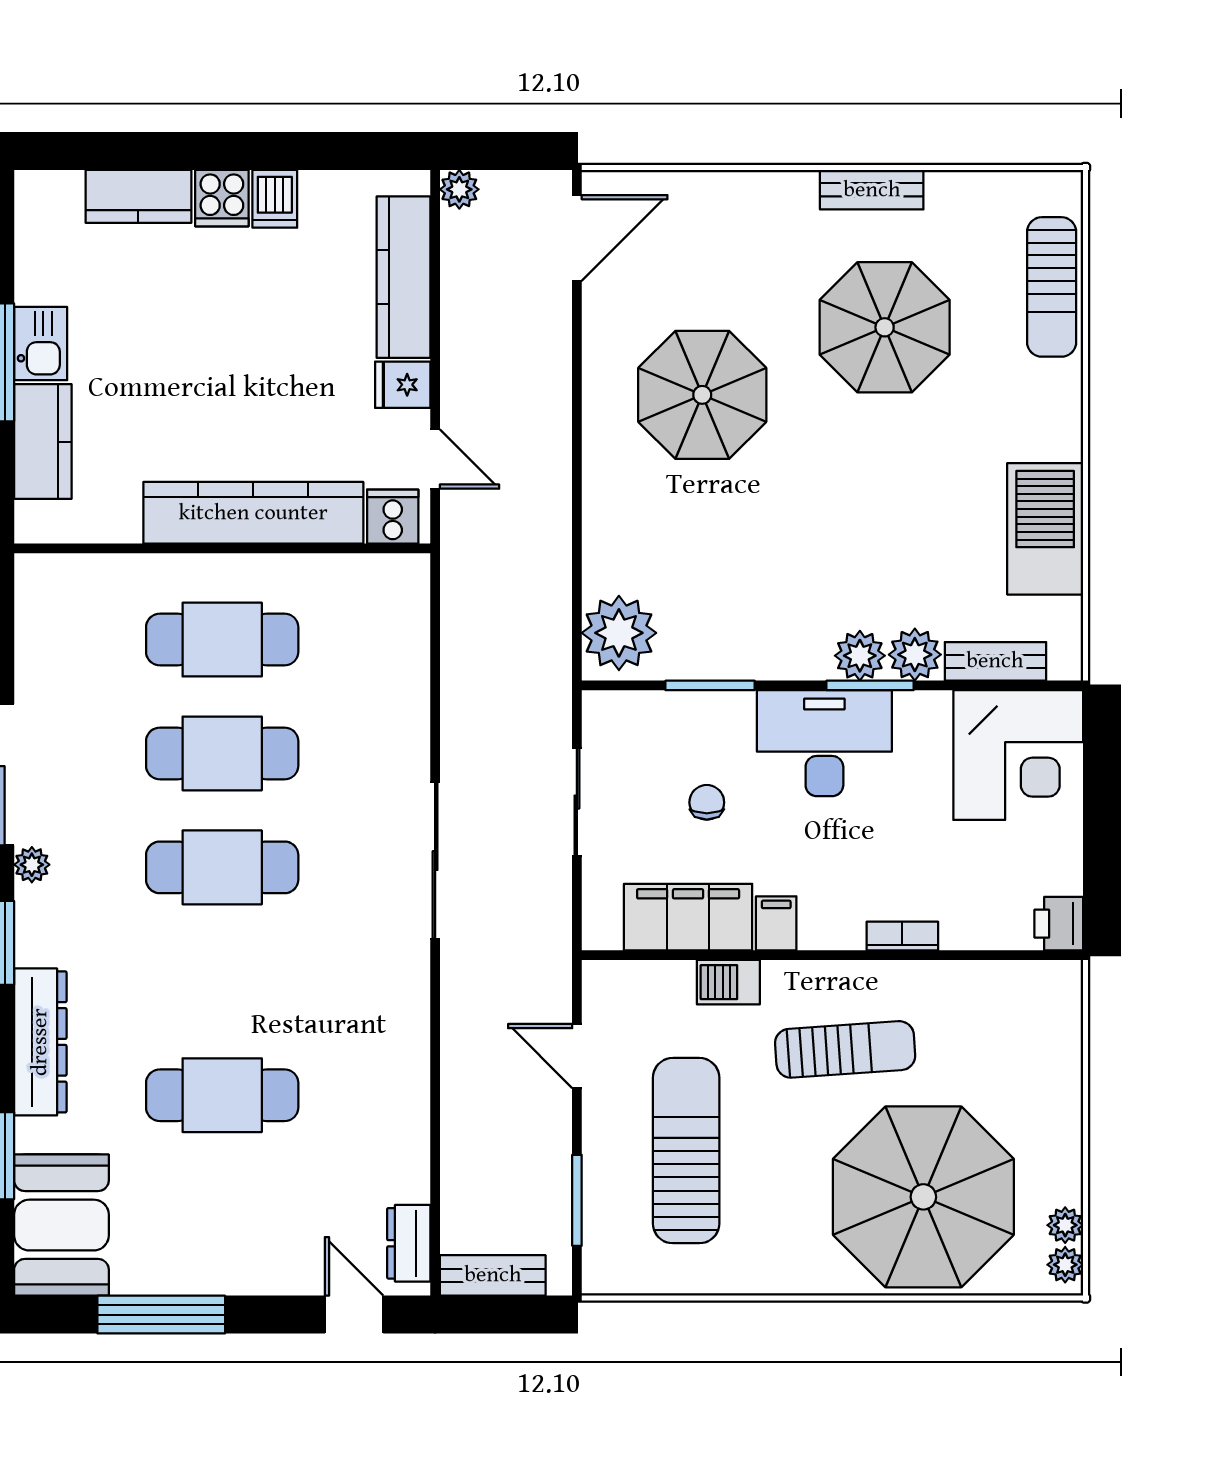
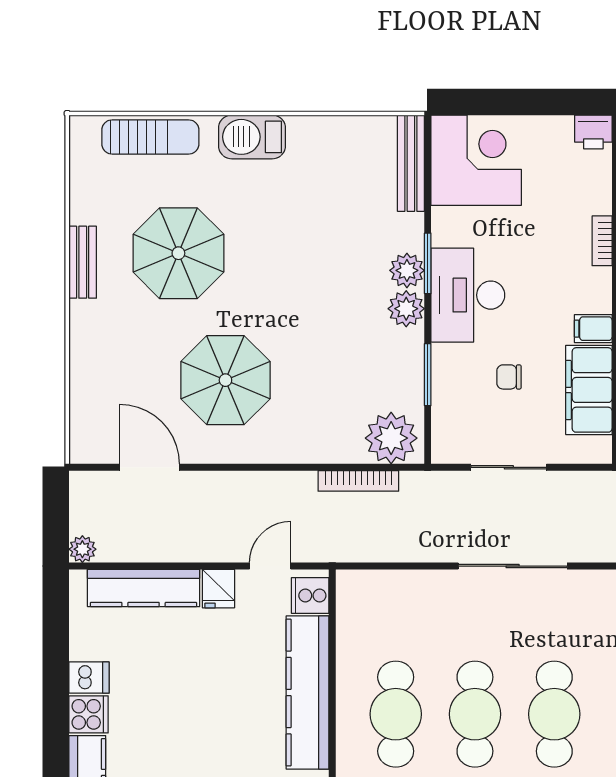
door: (577, 238) -> (149, 467), moved
barbecue: (1045, 529) -> (252, 137), moved, width x0.73, depth x0.83
bookcase: (557, 586) -> (358, 481), added
plant: (915, 655) -> (406, 309), moved
bench: (995, 661) -> (411, 163), width x1.36
sliding door: (435, 861) -> (513, 566), moved

